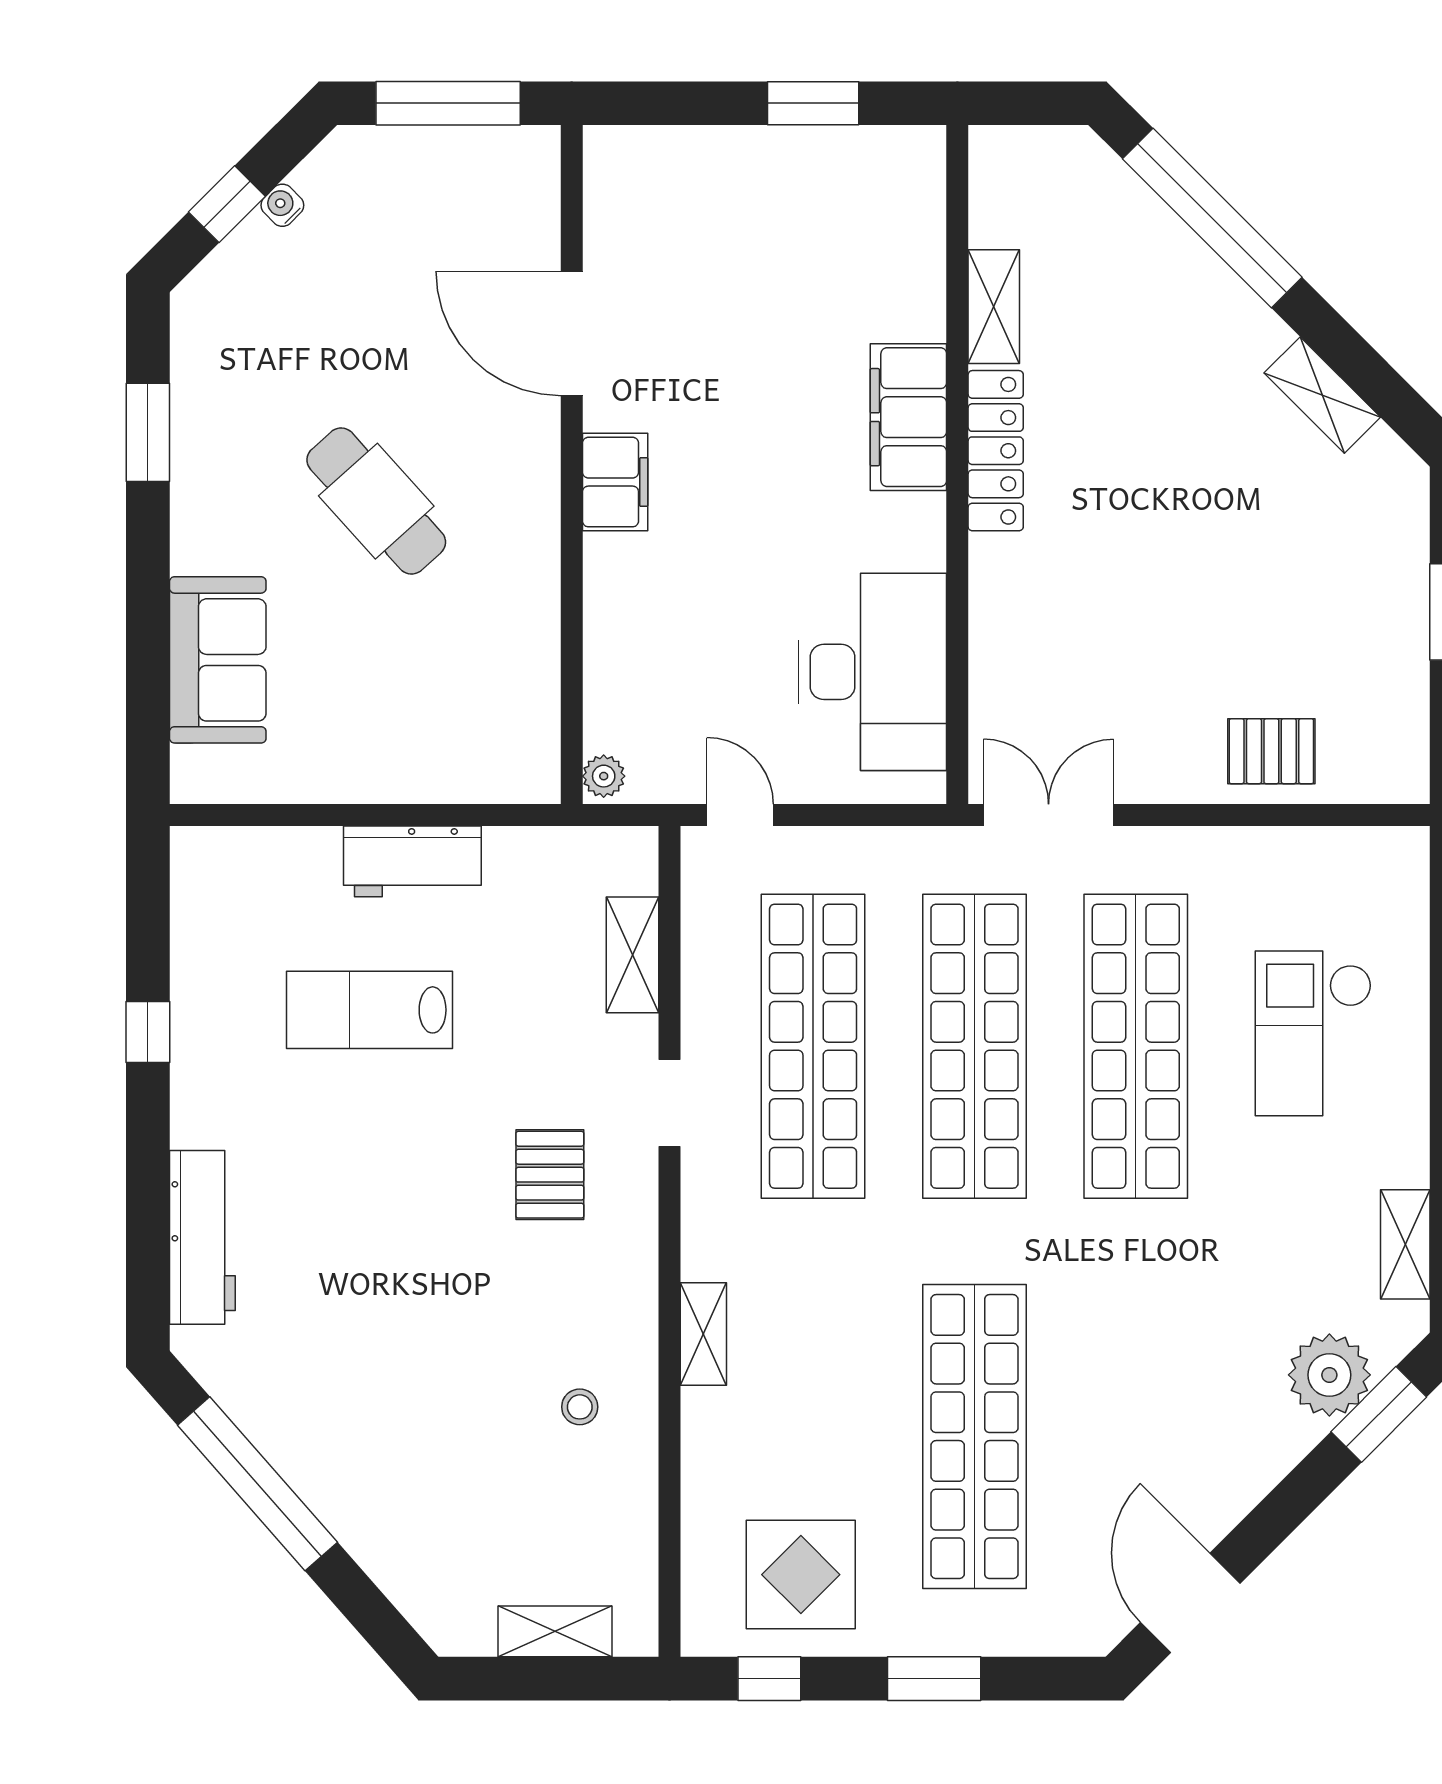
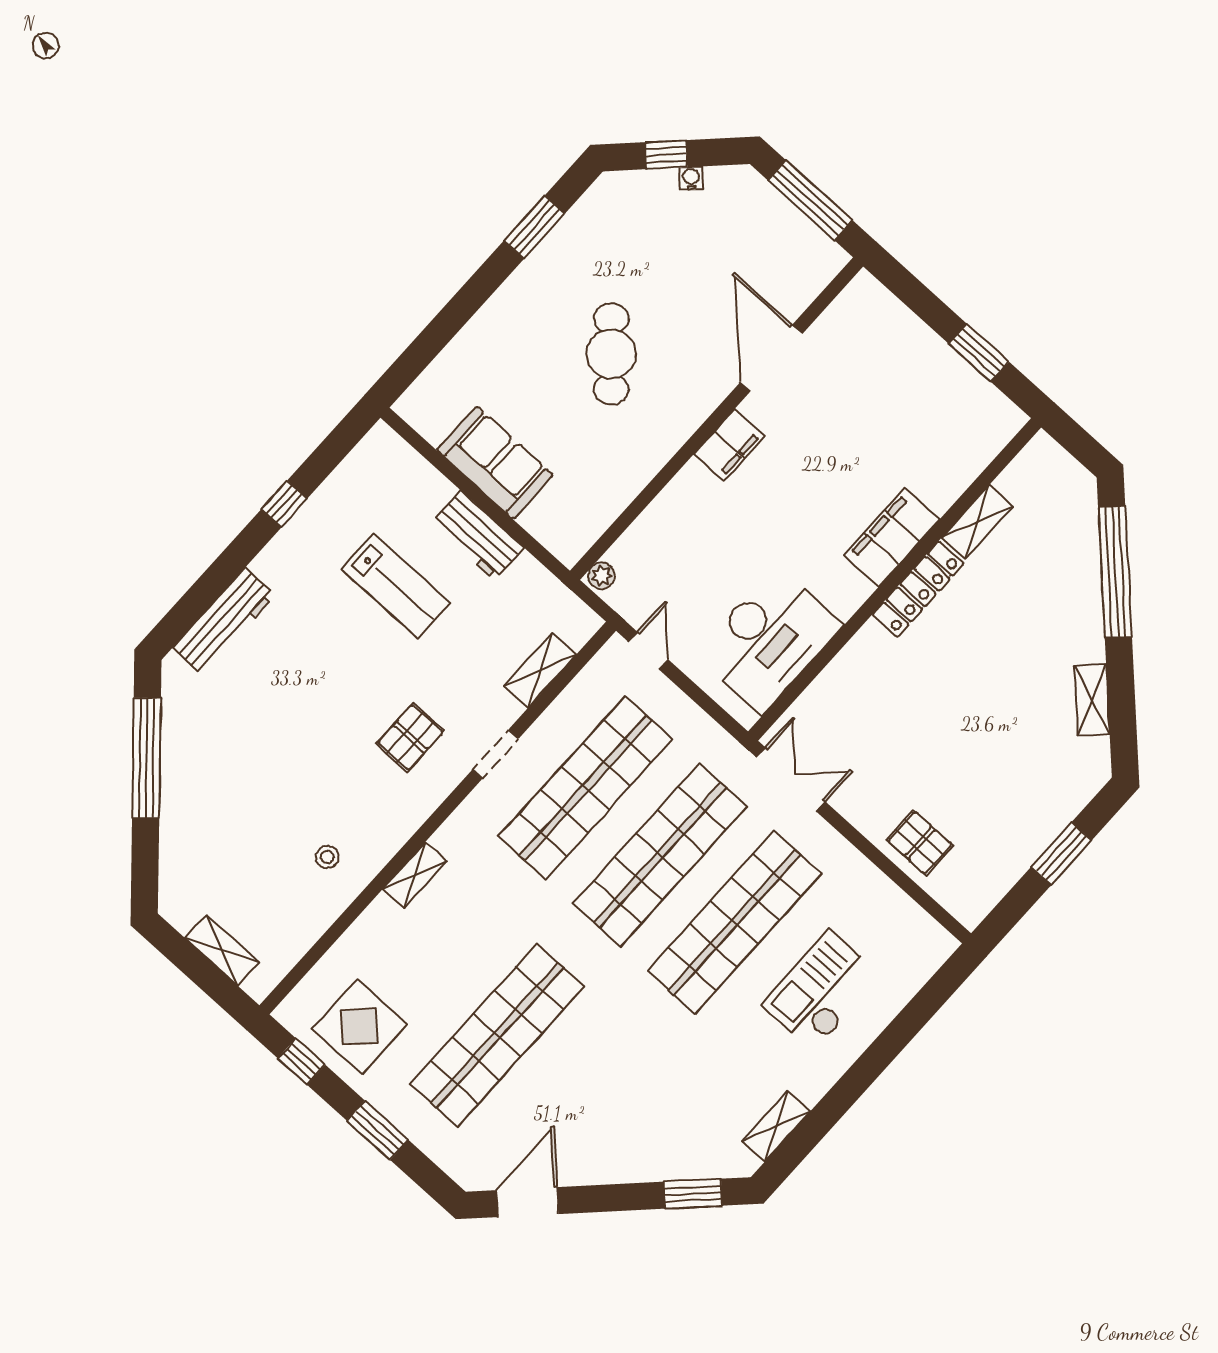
sofa: (218, 660) -> (495, 463), moved, turned -90
lab bench: (370, 1010) -> (396, 586), turned 180
plant: (1329, 1375) -> (687, 1155), removed

